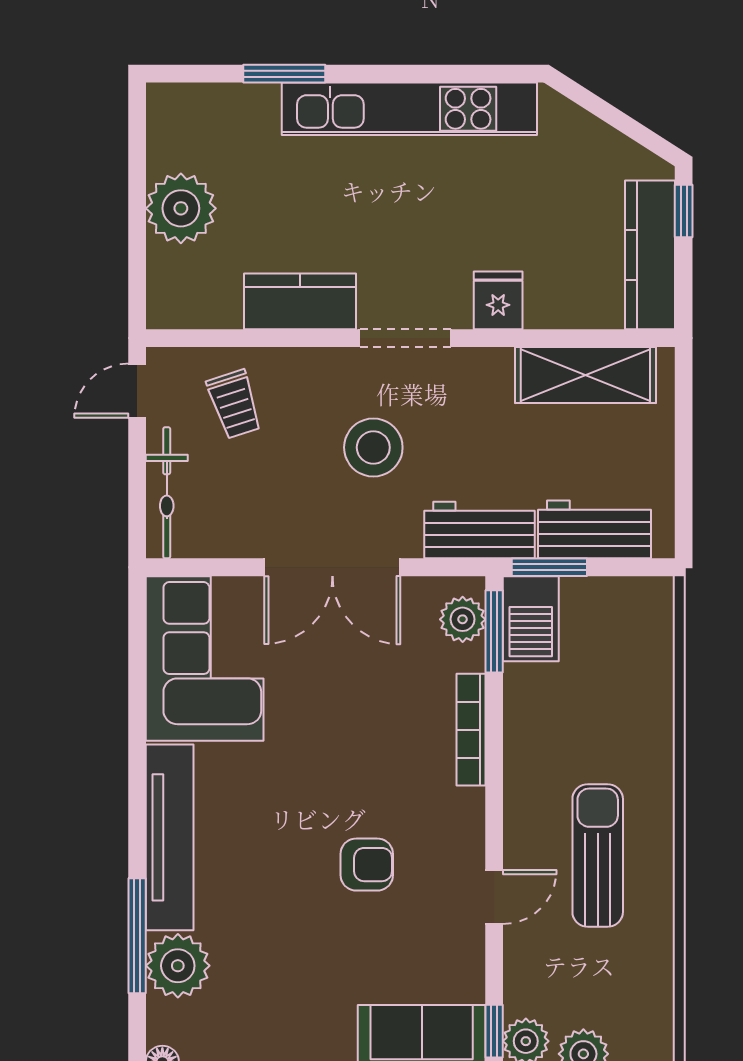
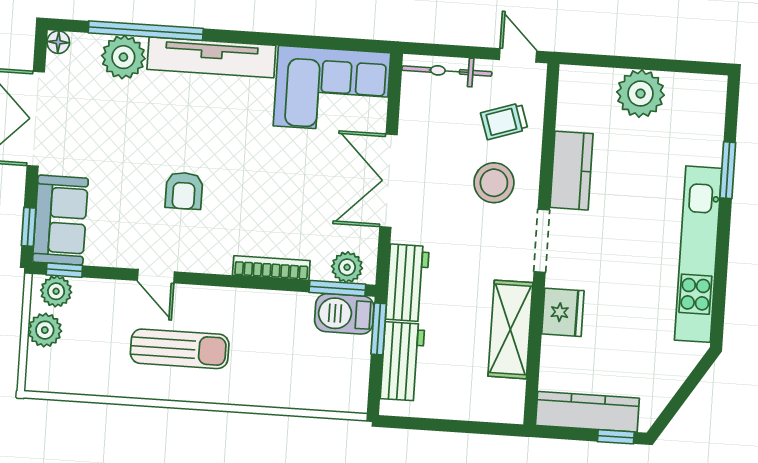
fridge: (498, 300) -> (563, 312), width x1.38
shelving: (585, 375) -> (510, 329), moved
stool: (373, 447) -> (494, 183), moved
window: (137, 936) -> (146, 31), width x1.46

